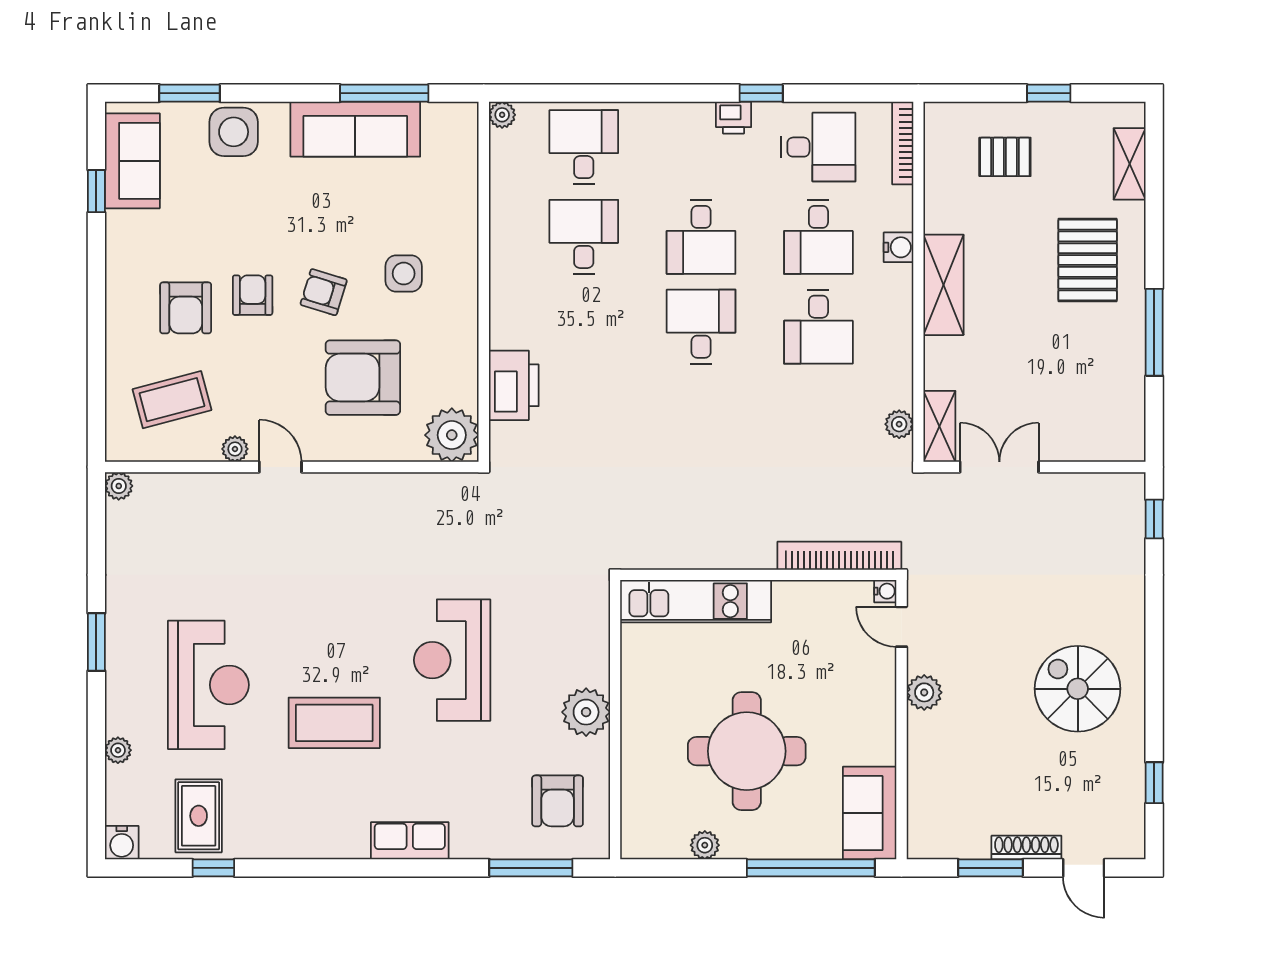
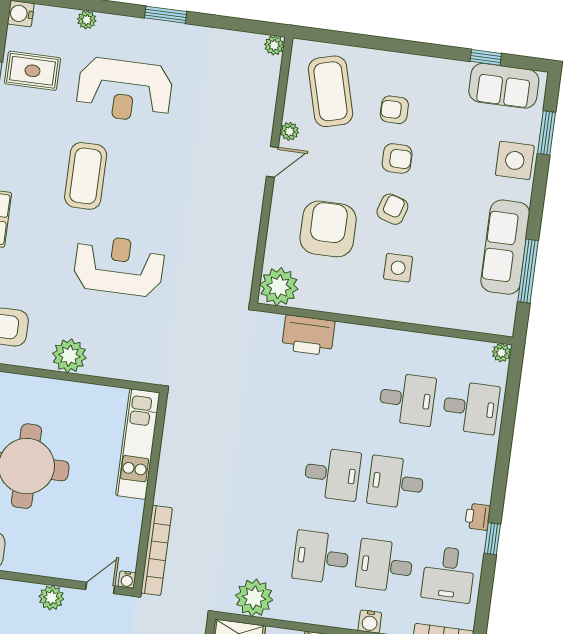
armchair: (186, 308) -> (394, 110), width x0.72, depth x0.72
coffee table: (172, 400) -> (331, 91), width x1.36, depth x1.32
plant: (899, 424) -> (254, 598), width x1.87, depth x1.87

